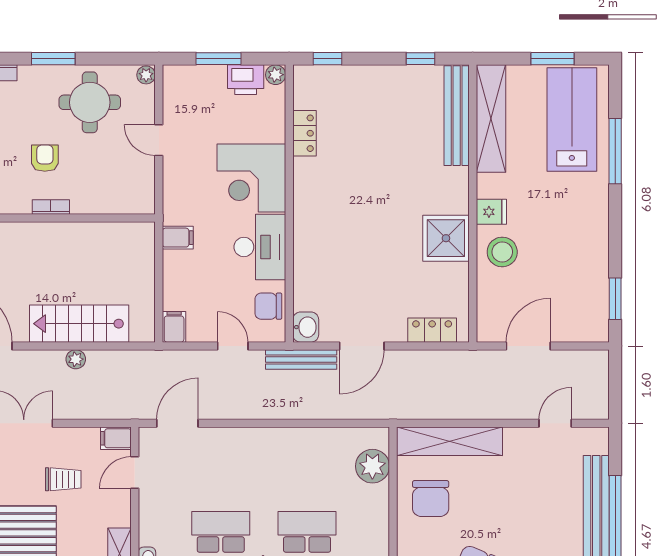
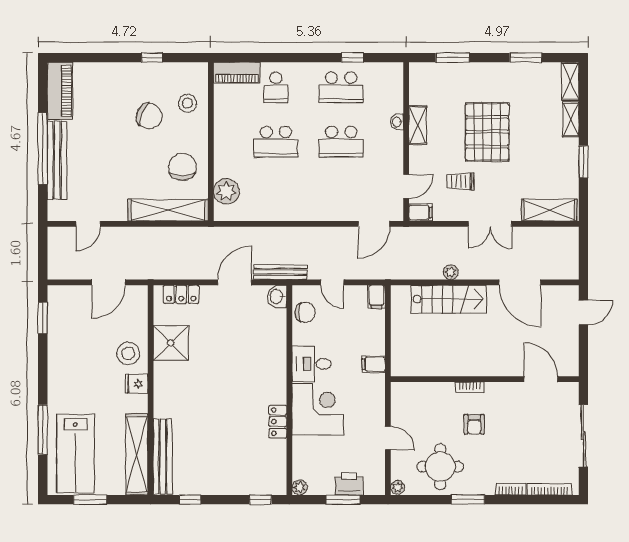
printer: (246, 80) -> (349, 484), moved
locker: (304, 133) -> (278, 422), moved
shower: (446, 238) -> (171, 343), moved
desk: (260, 247) -> (312, 364), width x0.73

